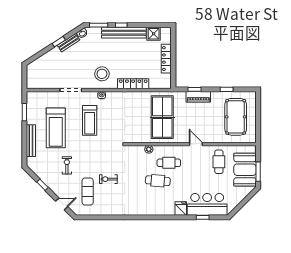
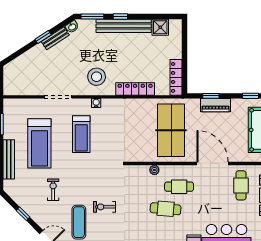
locker: (166, 59) -> (176, 77), moved
door: (196, 144) -> (213, 163), width x1.88

